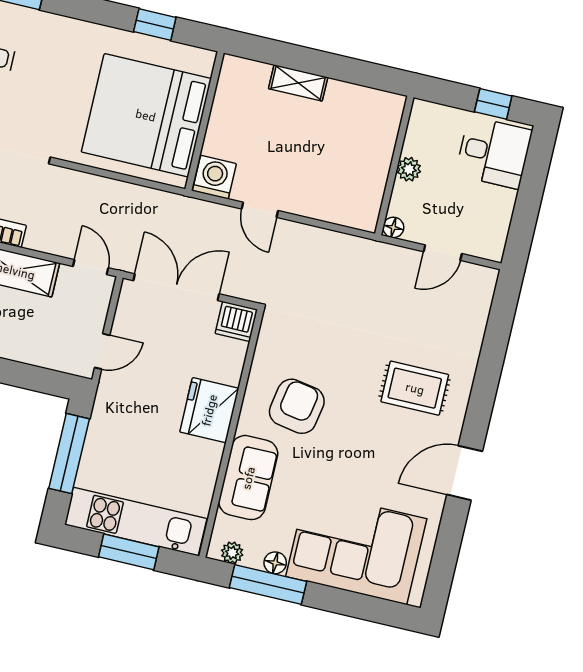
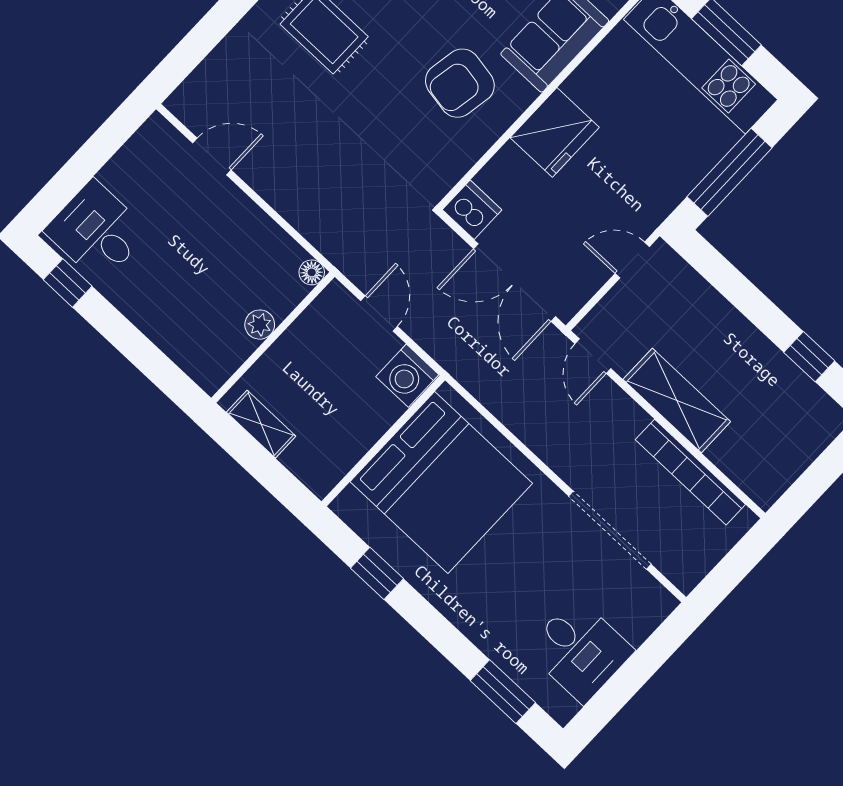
wall: (394, 166) -> (273, 337), moved
plant: (409, 169) -> (260, 325), moved
floor lamp: (393, 227) -> (312, 272), moved

